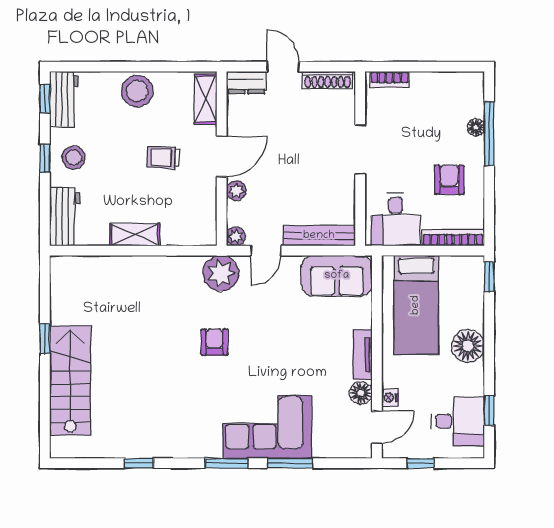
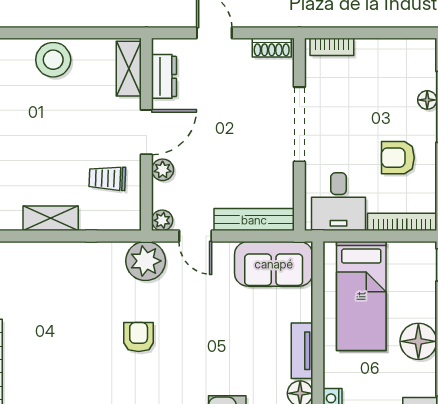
shoe rack: (328, 80) -> (272, 48), width x0.70
dresser: (246, 83) -> (164, 76), moved, turned -90
doorway: (360, 150) -> (299, 124), width x1.36
trolley: (163, 158) -> (107, 178), moved
armchair: (449, 180) -> (398, 158), turned -90
door: (266, 251) -> (195, 236), hinge flipped

